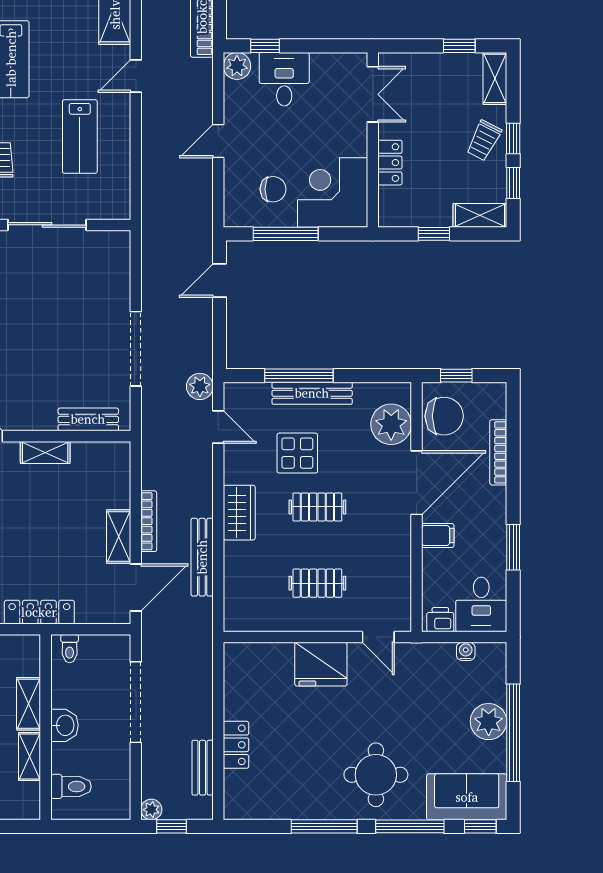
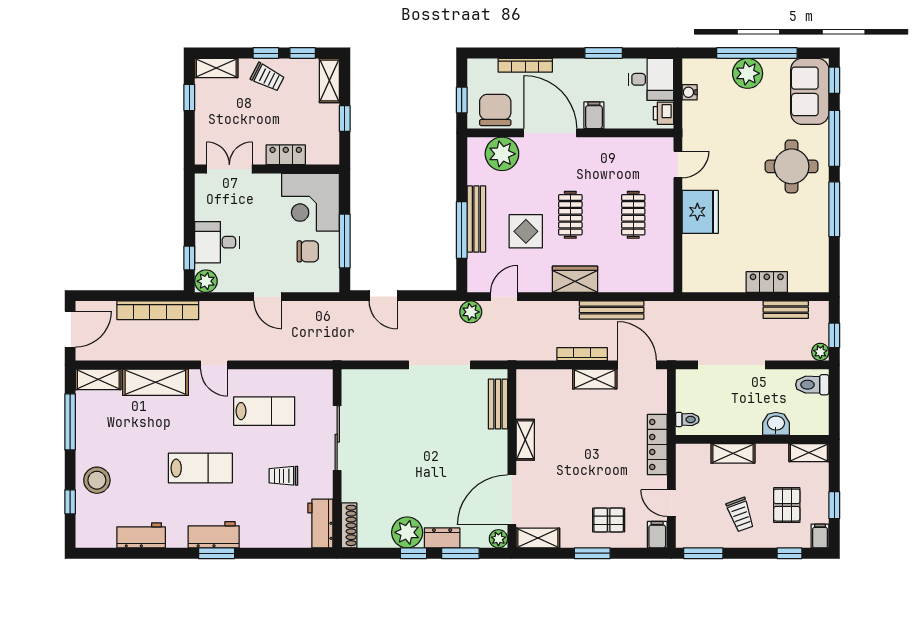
chair: (273, 189) -> (308, 251), turned 90
washbasin: (64, 725) -> (776, 424), moved
shelving: (30, 757) -> (809, 453), moved
toilet: (71, 786) -> (812, 385), moved, turned -90

